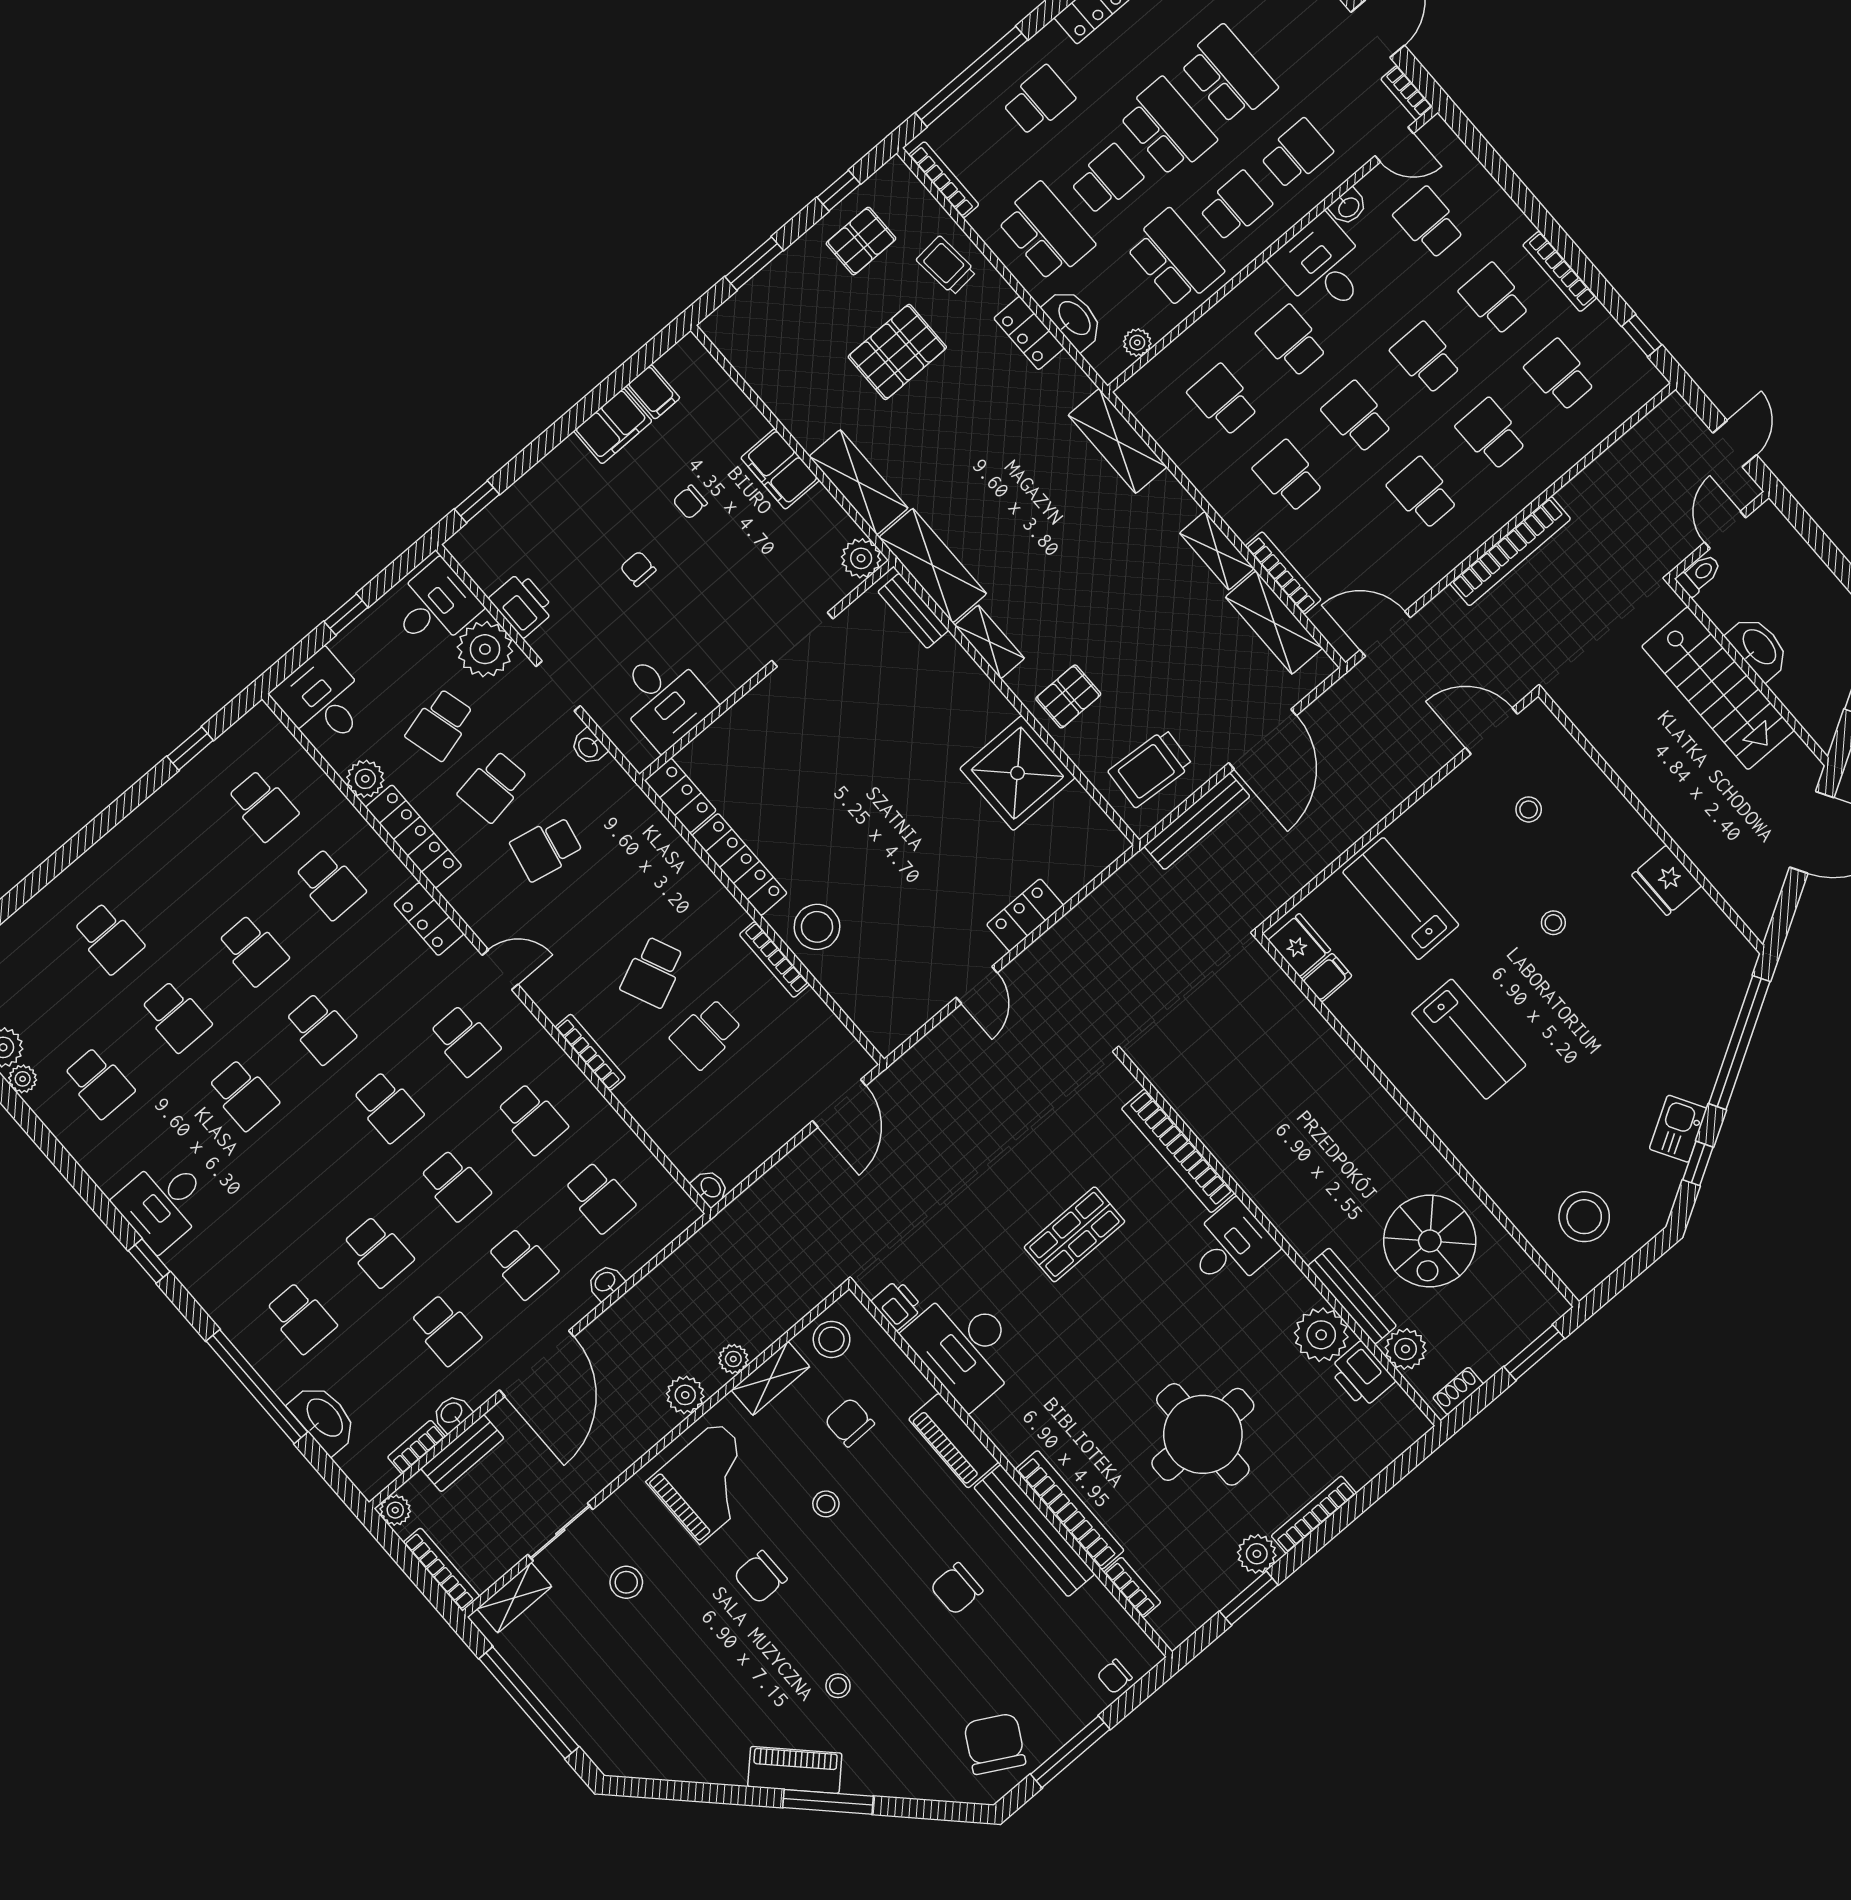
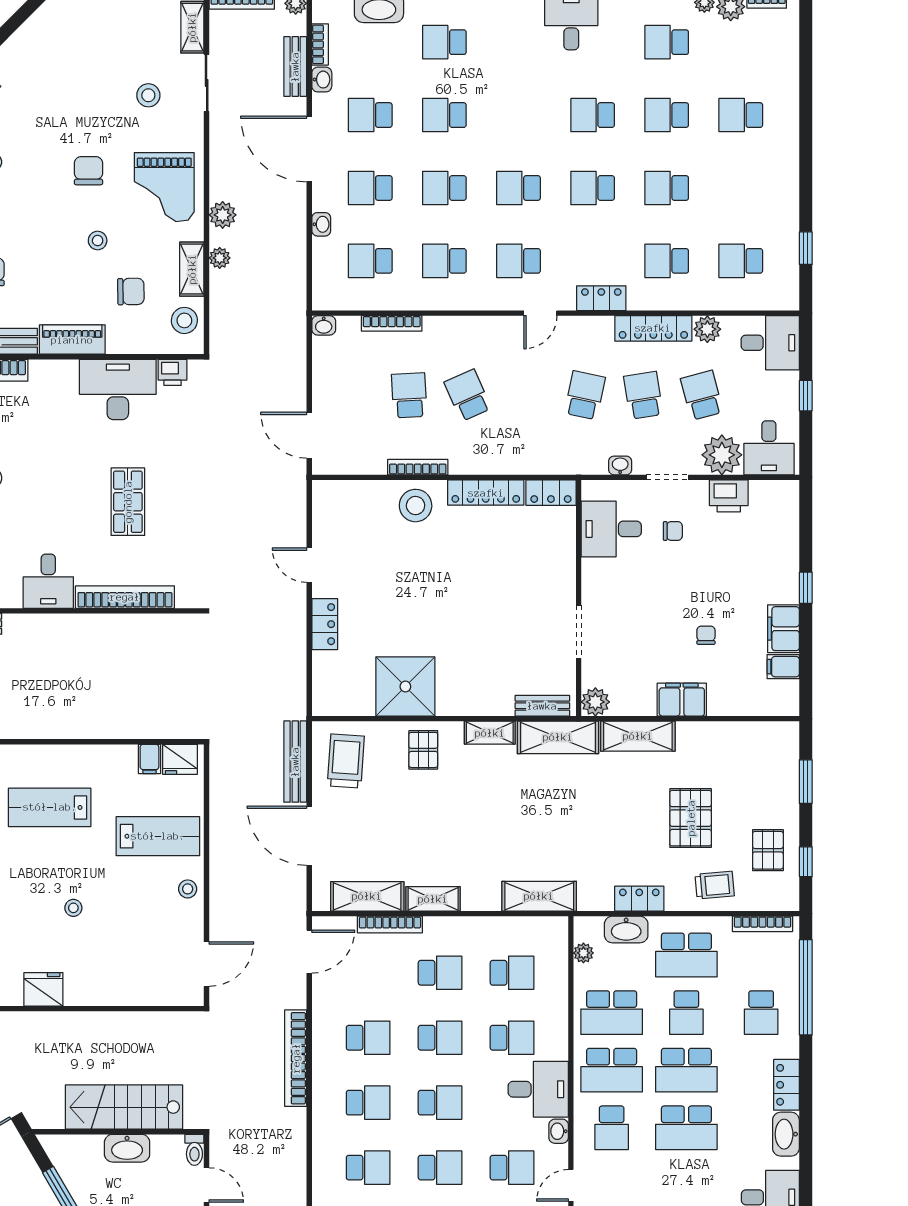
school desk: (1236, 206) -> (612, 1070), width x1.85
window: (477, 502) -> (806, 588), moved
chair: (638, 569) -> (673, 531), moved
stool: (1529, 809) -> (188, 889), moved
bookcase: (590, 1052) -> (392, 323), moved

